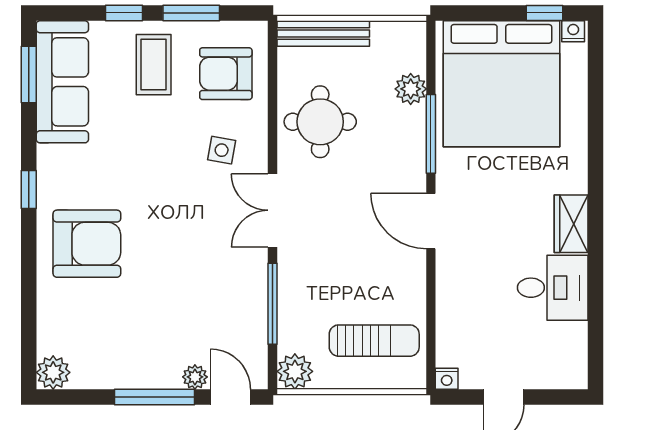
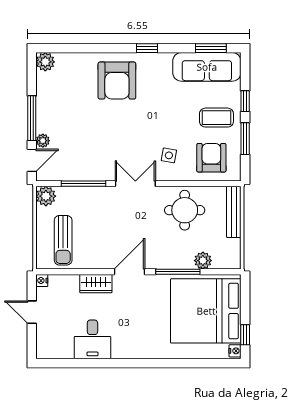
wardrobe: (571, 224) -> (96, 284), moved, turned 180

